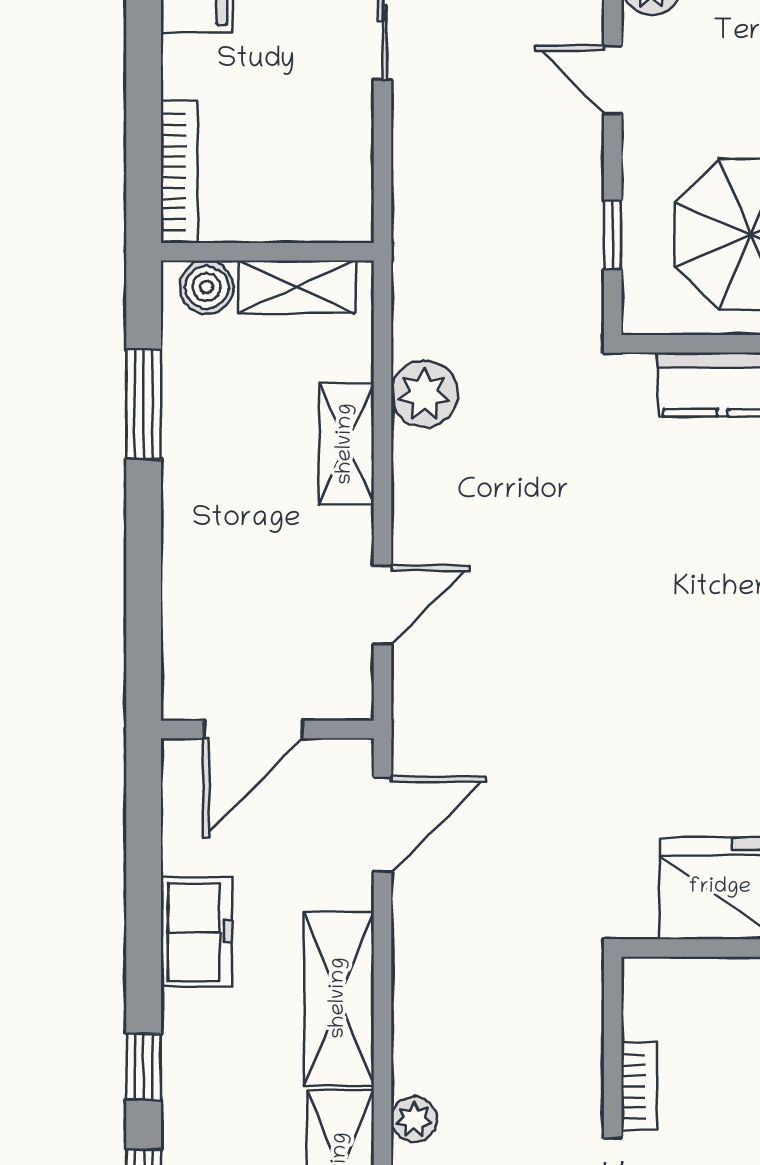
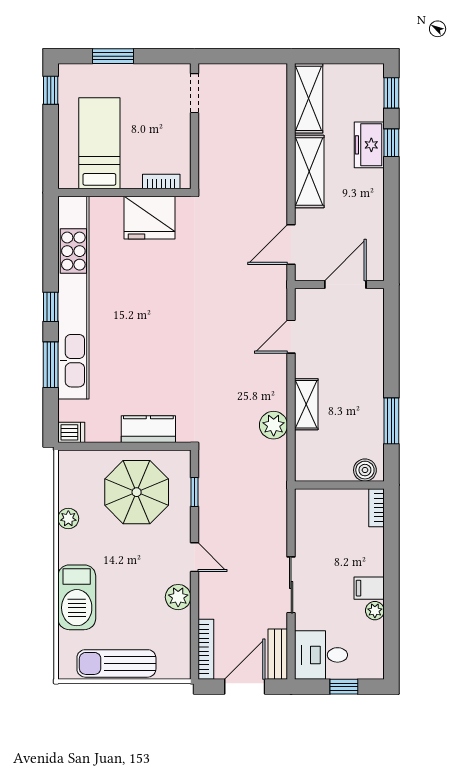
bookcase: (179, 172) -> (376, 508), width x0.64
shelving: (297, 287) -> (327, 470), removed
freezer: (196, 932) -> (369, 145), moved
bookcase: (639, 1086) -> (161, 182), moved, turned 90
plant: (414, 1119) -> (278, 121), removed

